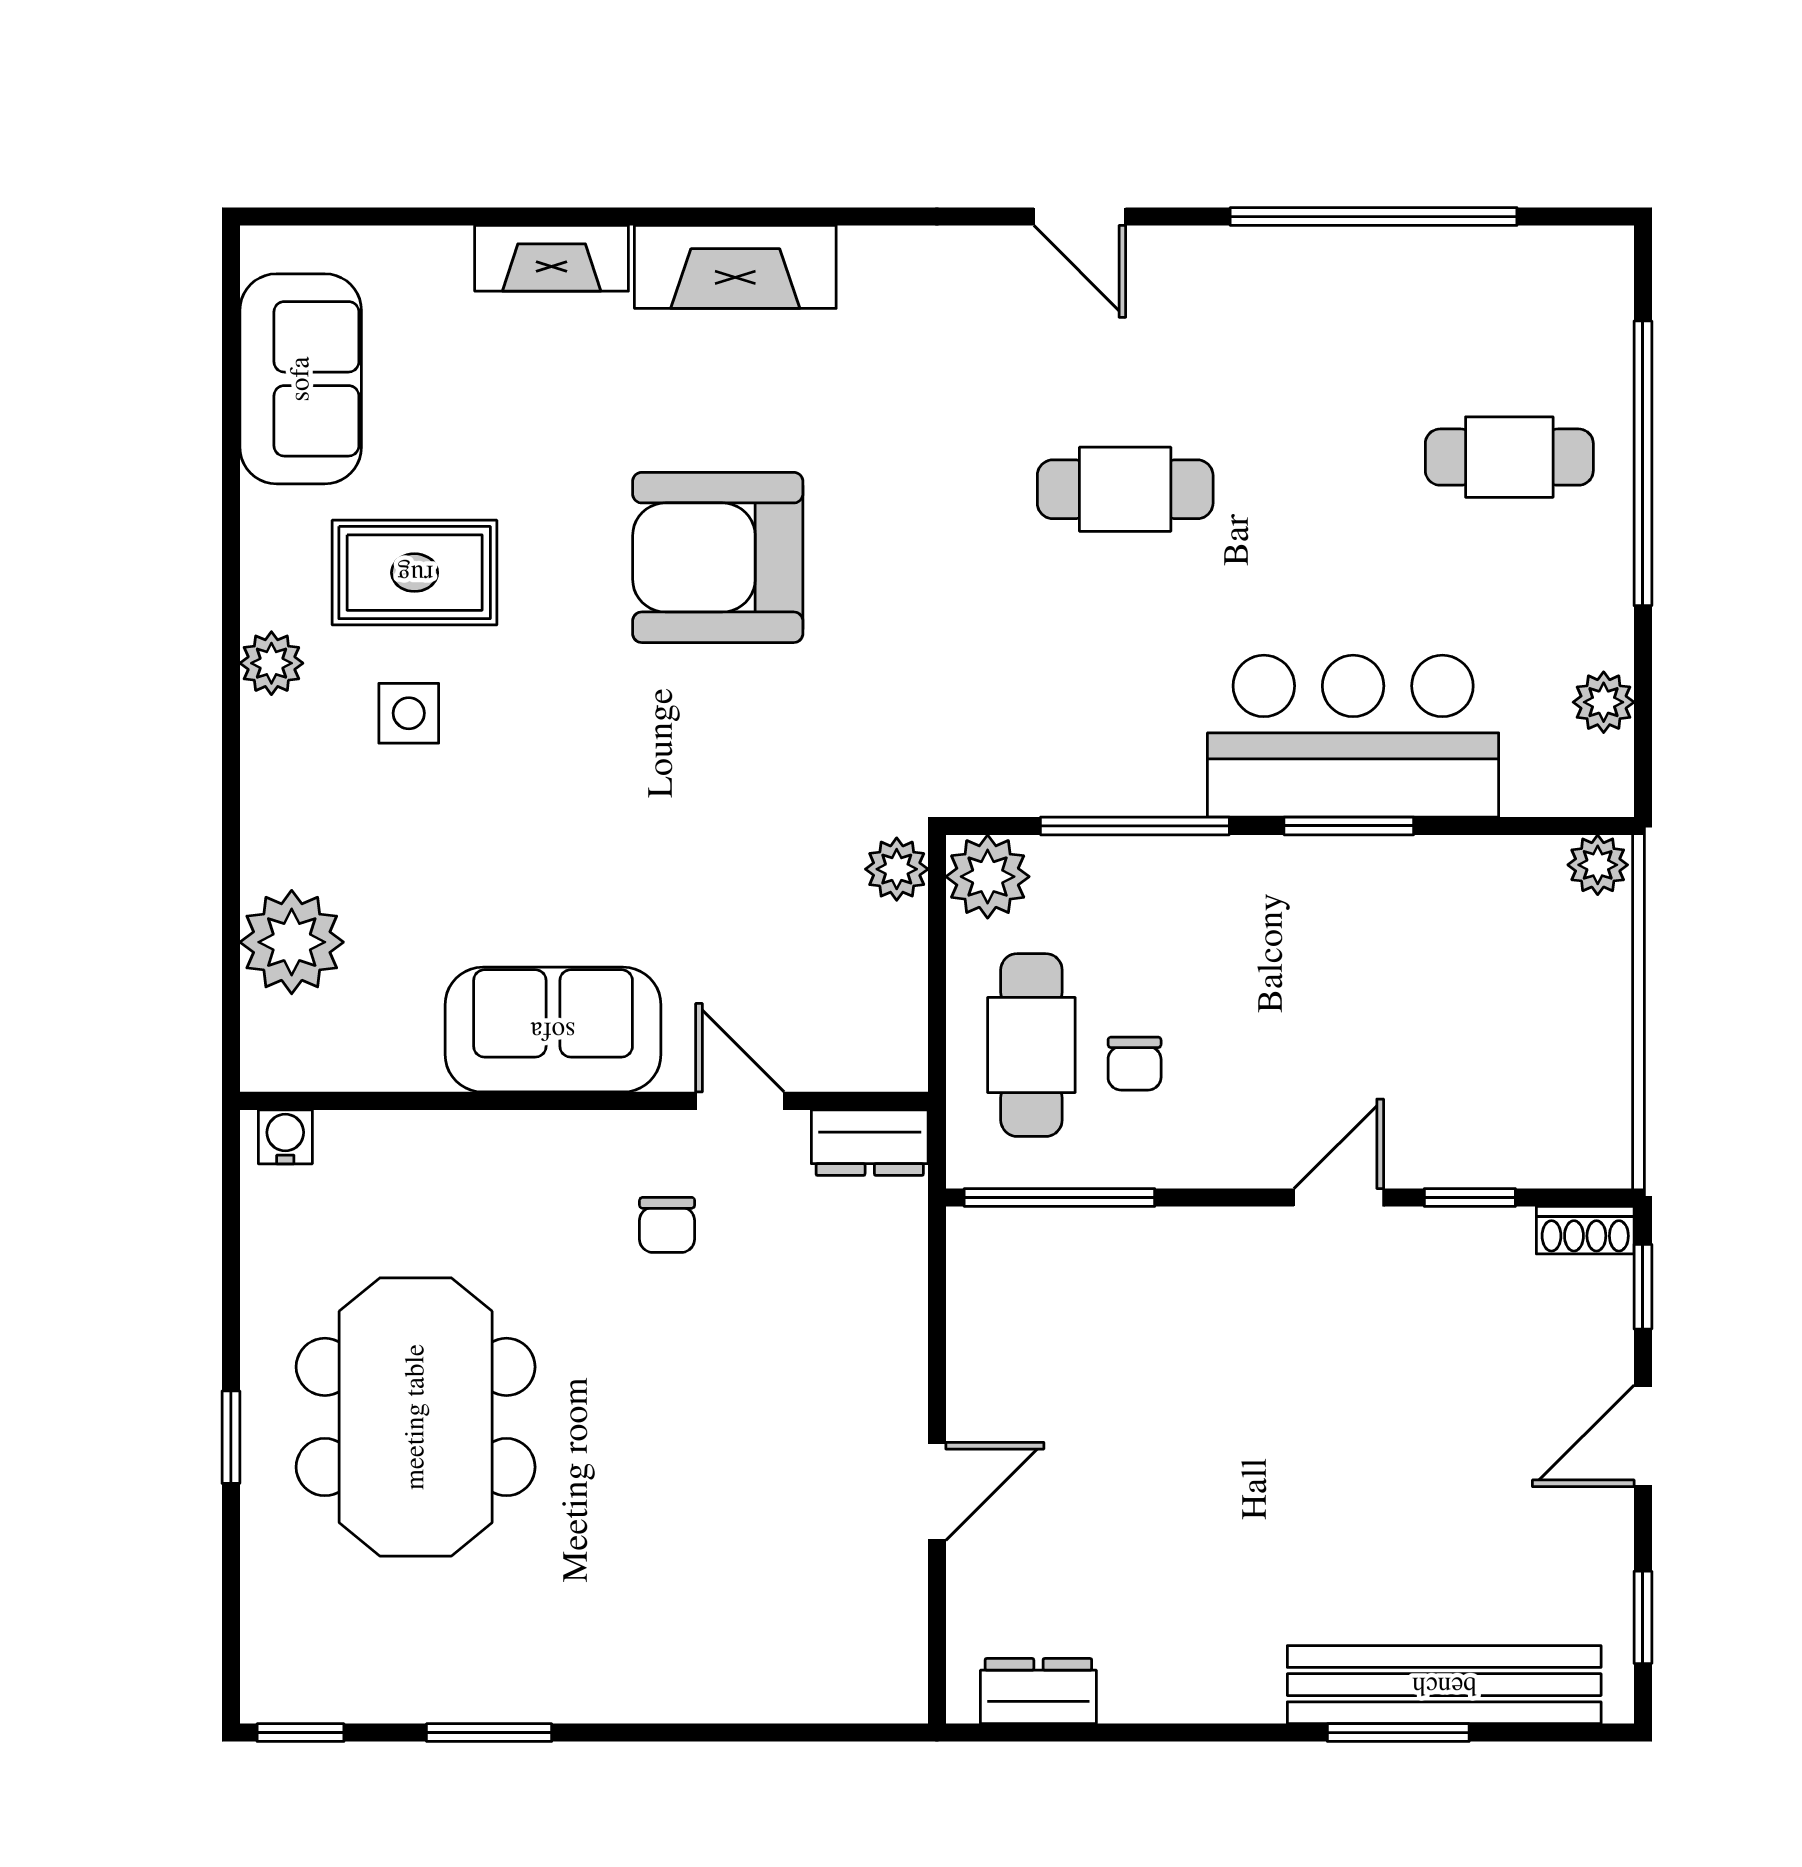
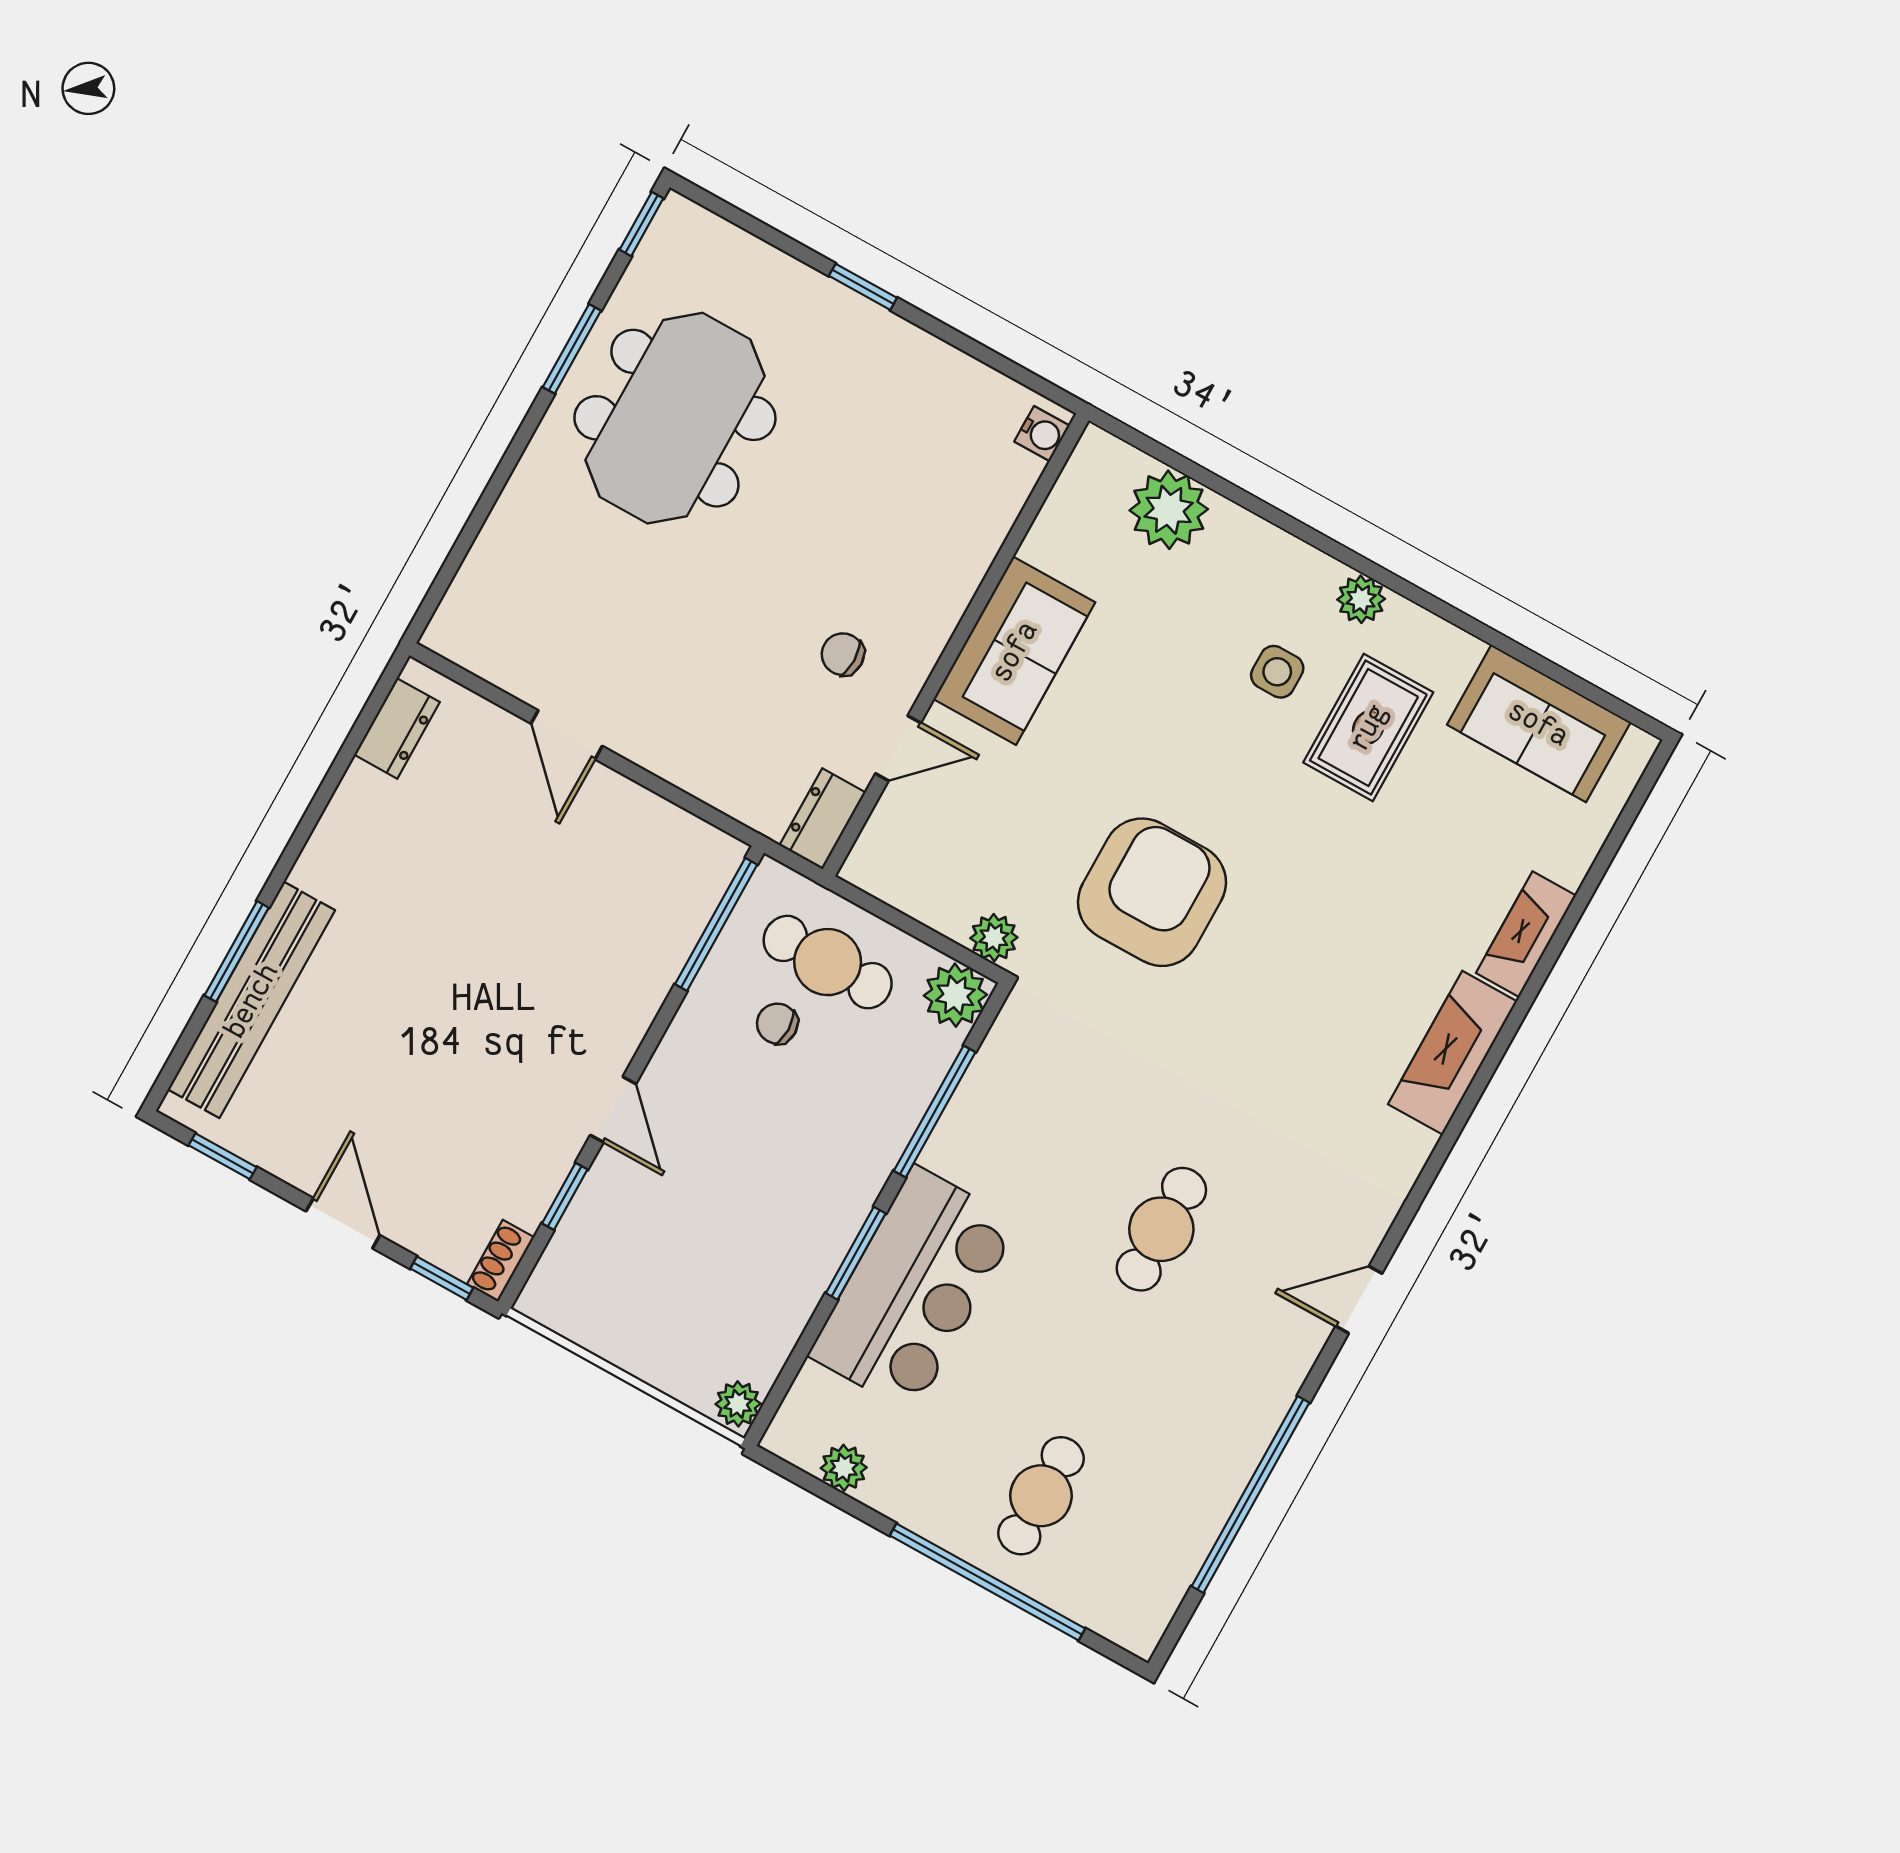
armchair: (718, 557) -> (1152, 892), moved
meeting table: (416, 1417) -> (675, 418), moved, turned 90

